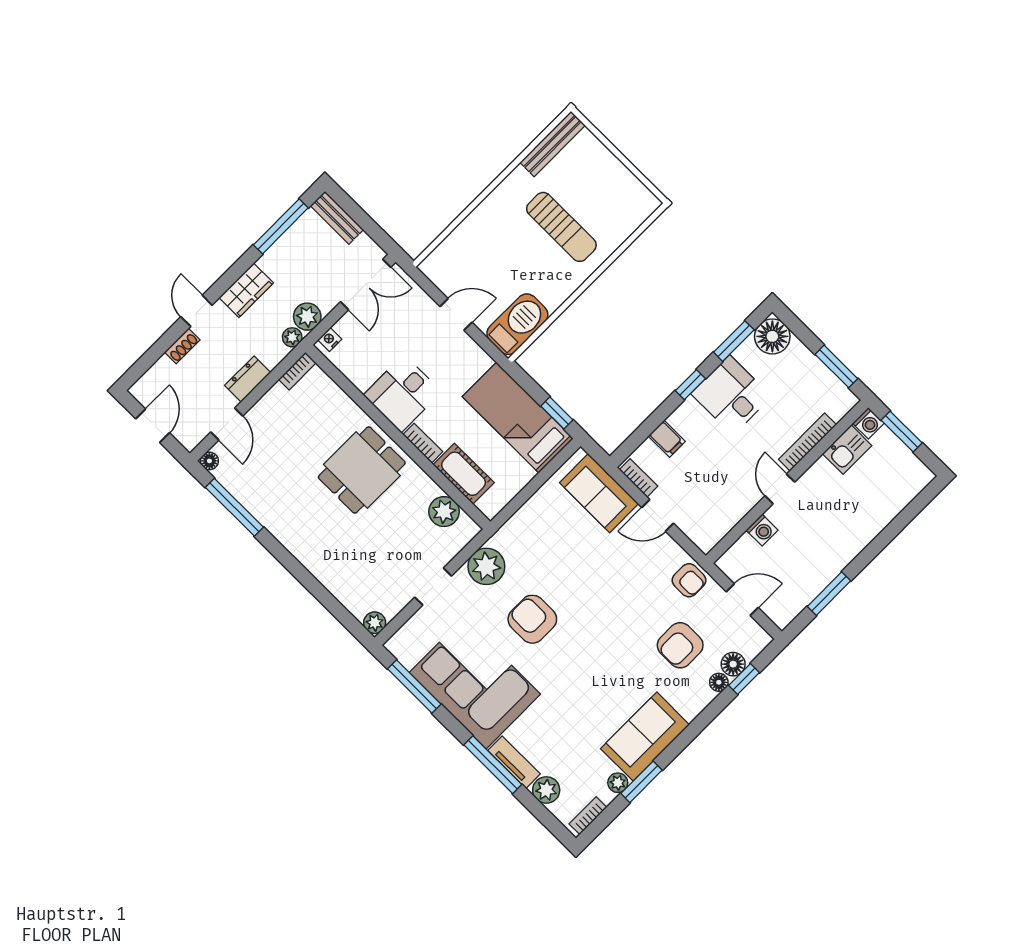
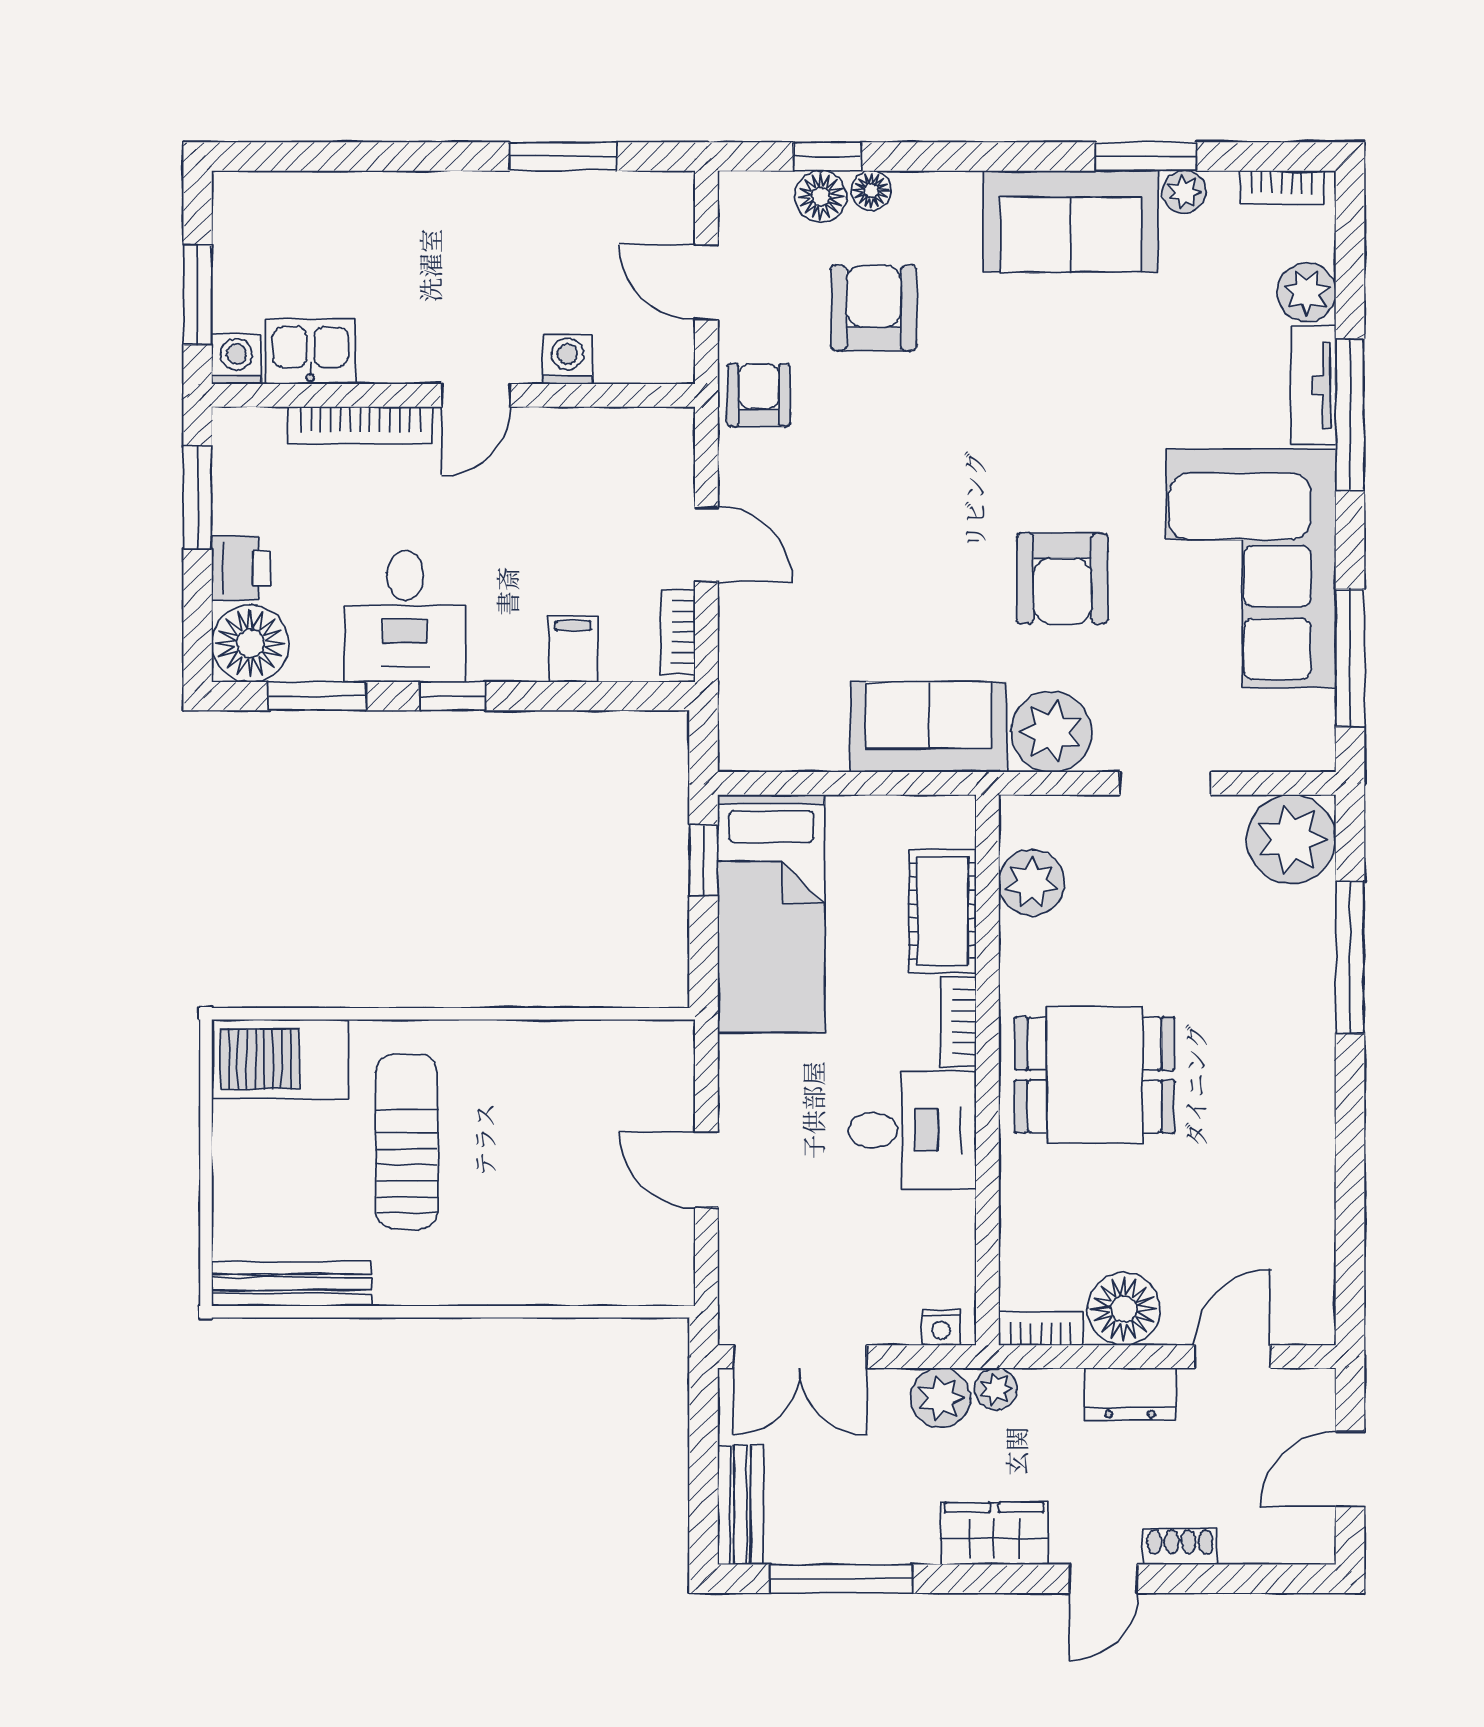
double door: (366, 285) -> (800, 1357), swing flipped
barbecue: (517, 324) -> (280, 1059), moved
printer: (800, 358) -> (241, 568), added
floor lamp: (209, 461) -> (1124, 1309), moved, width x1.89, depth x1.89
sofa: (599, 493) -> (929, 727), moved, turned -90
window: (234, 507) -> (1350, 957), moved
plant: (375, 623) -> (1291, 839), width x1.88, depth x1.88
armchair: (680, 645) -> (874, 308), turned -90

